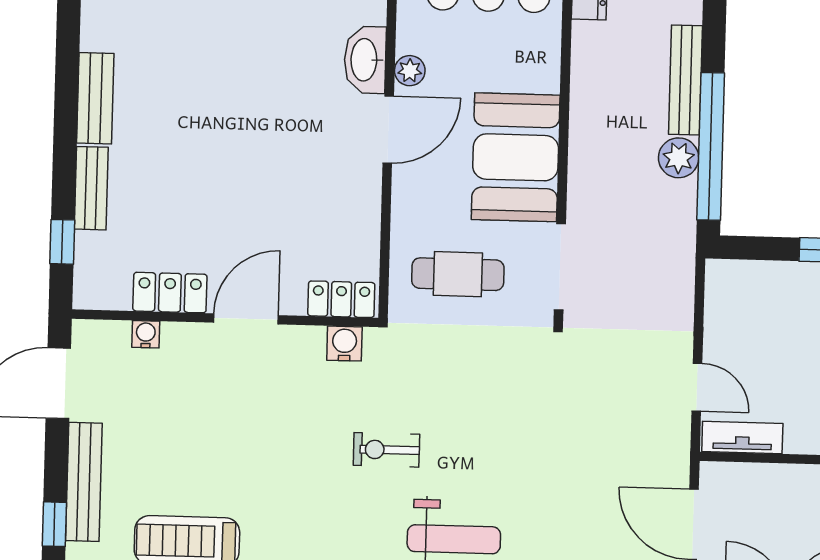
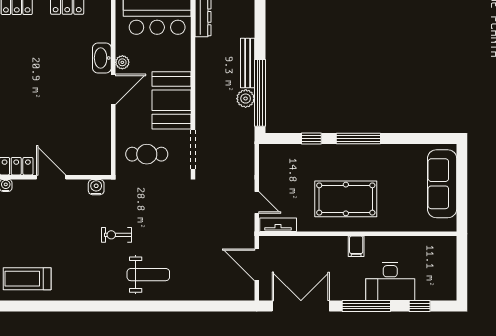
locker: (341, 299) -> (94, 167), removed
door: (246, 319) -> (51, 177), hinge flipped

